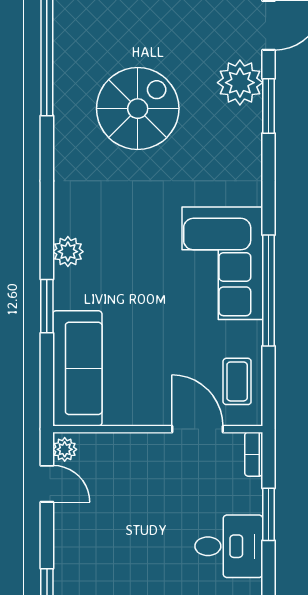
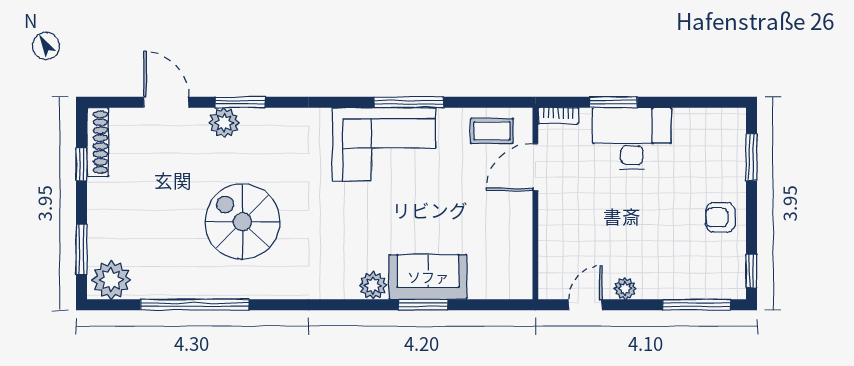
plant: (240, 83) -> (224, 123), width x0.73, depth x0.73
window: (268, 291) -> (409, 102), width x0.68
sofa: (77, 368) -> (428, 277), moved, width x0.73
plant: (65, 449) -> (625, 288), moved
desk: (229, 546) -> (632, 138), width x1.37

